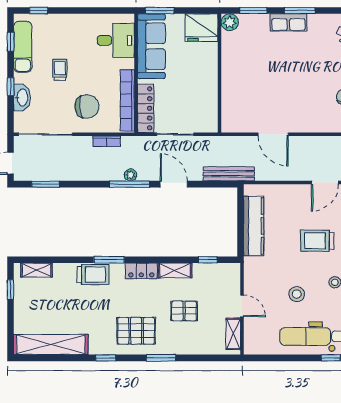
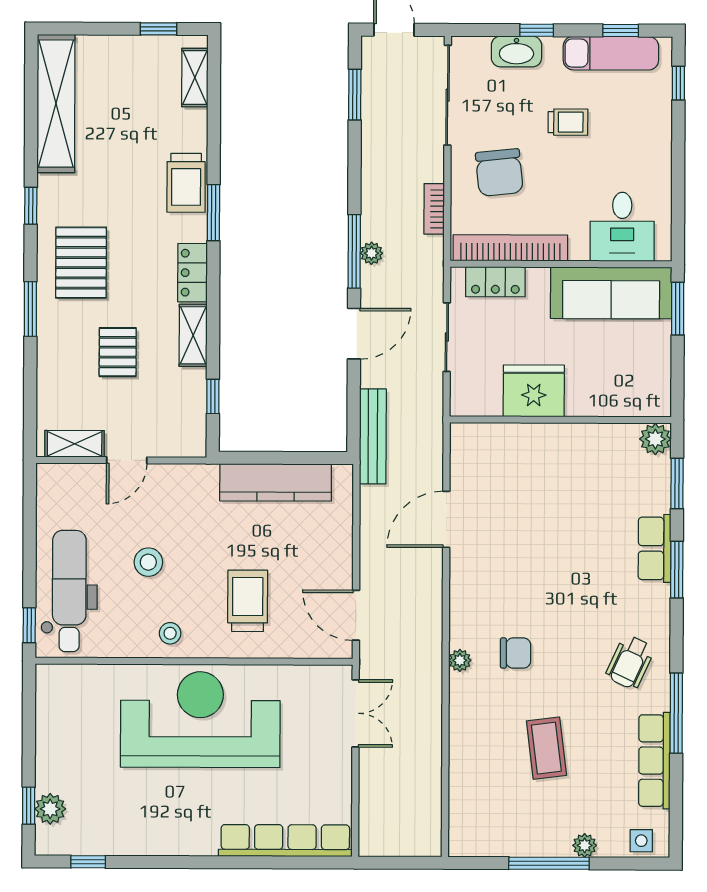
fridge: (202, 28) -> (534, 391), moved, turned 90
locker: (146, 108) -> (495, 282), width x0.66

